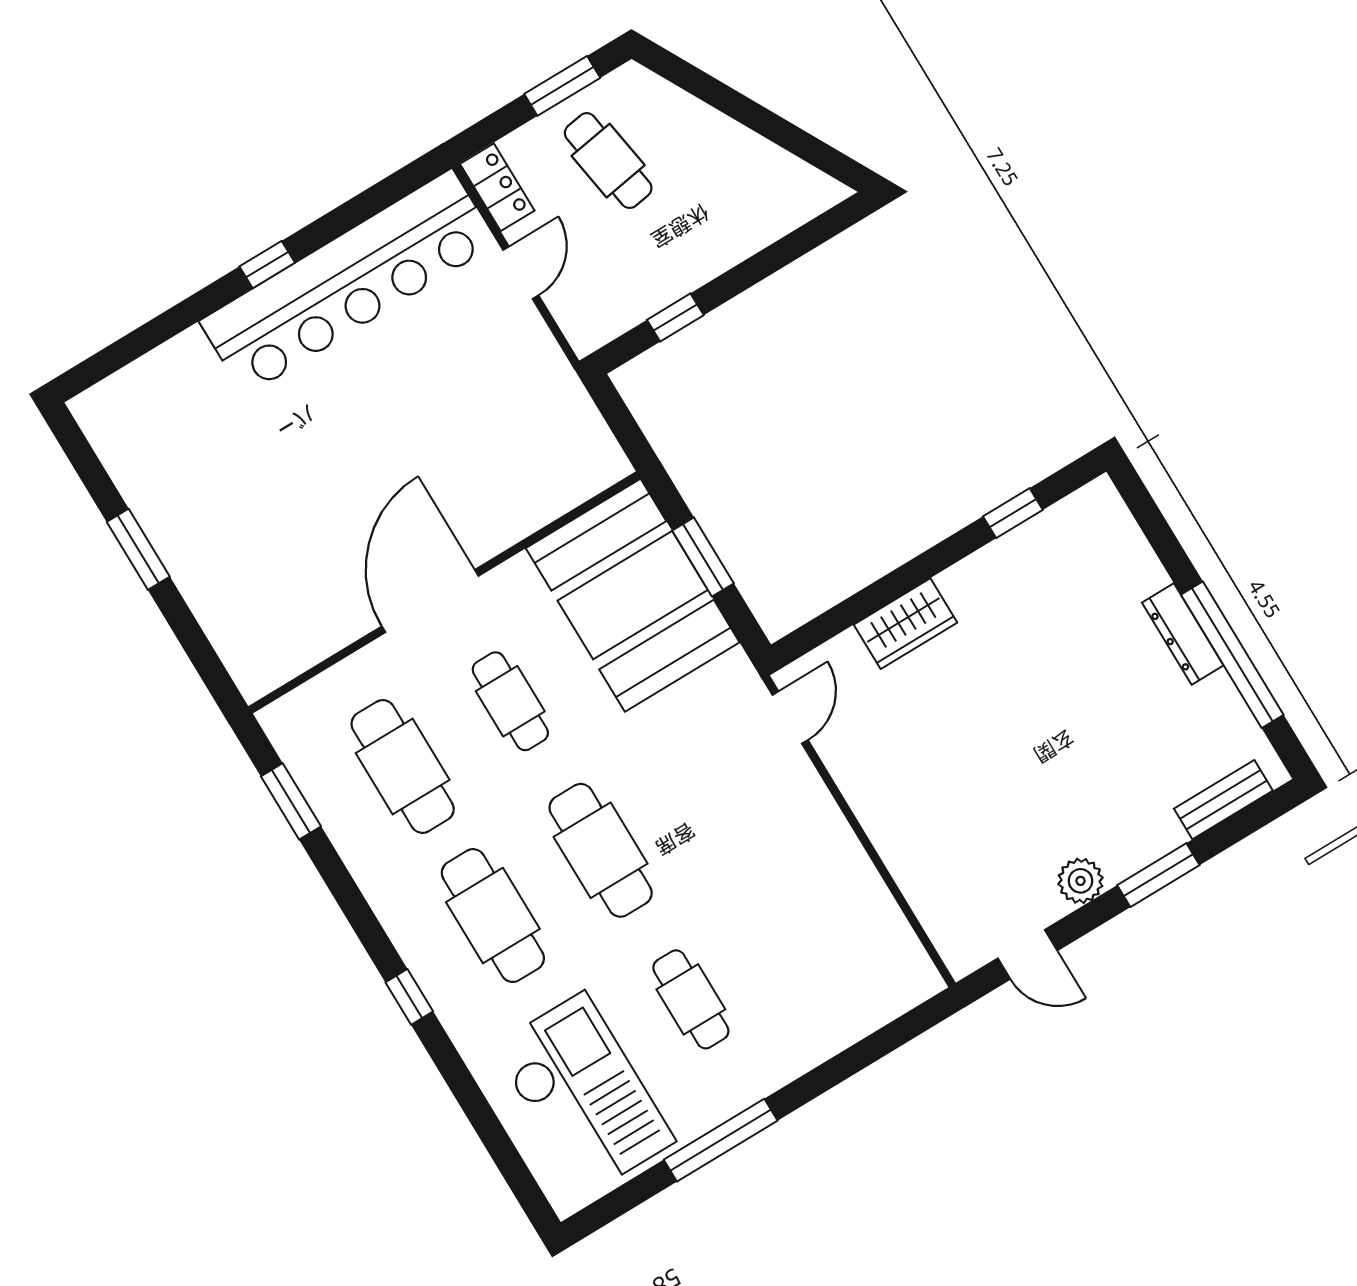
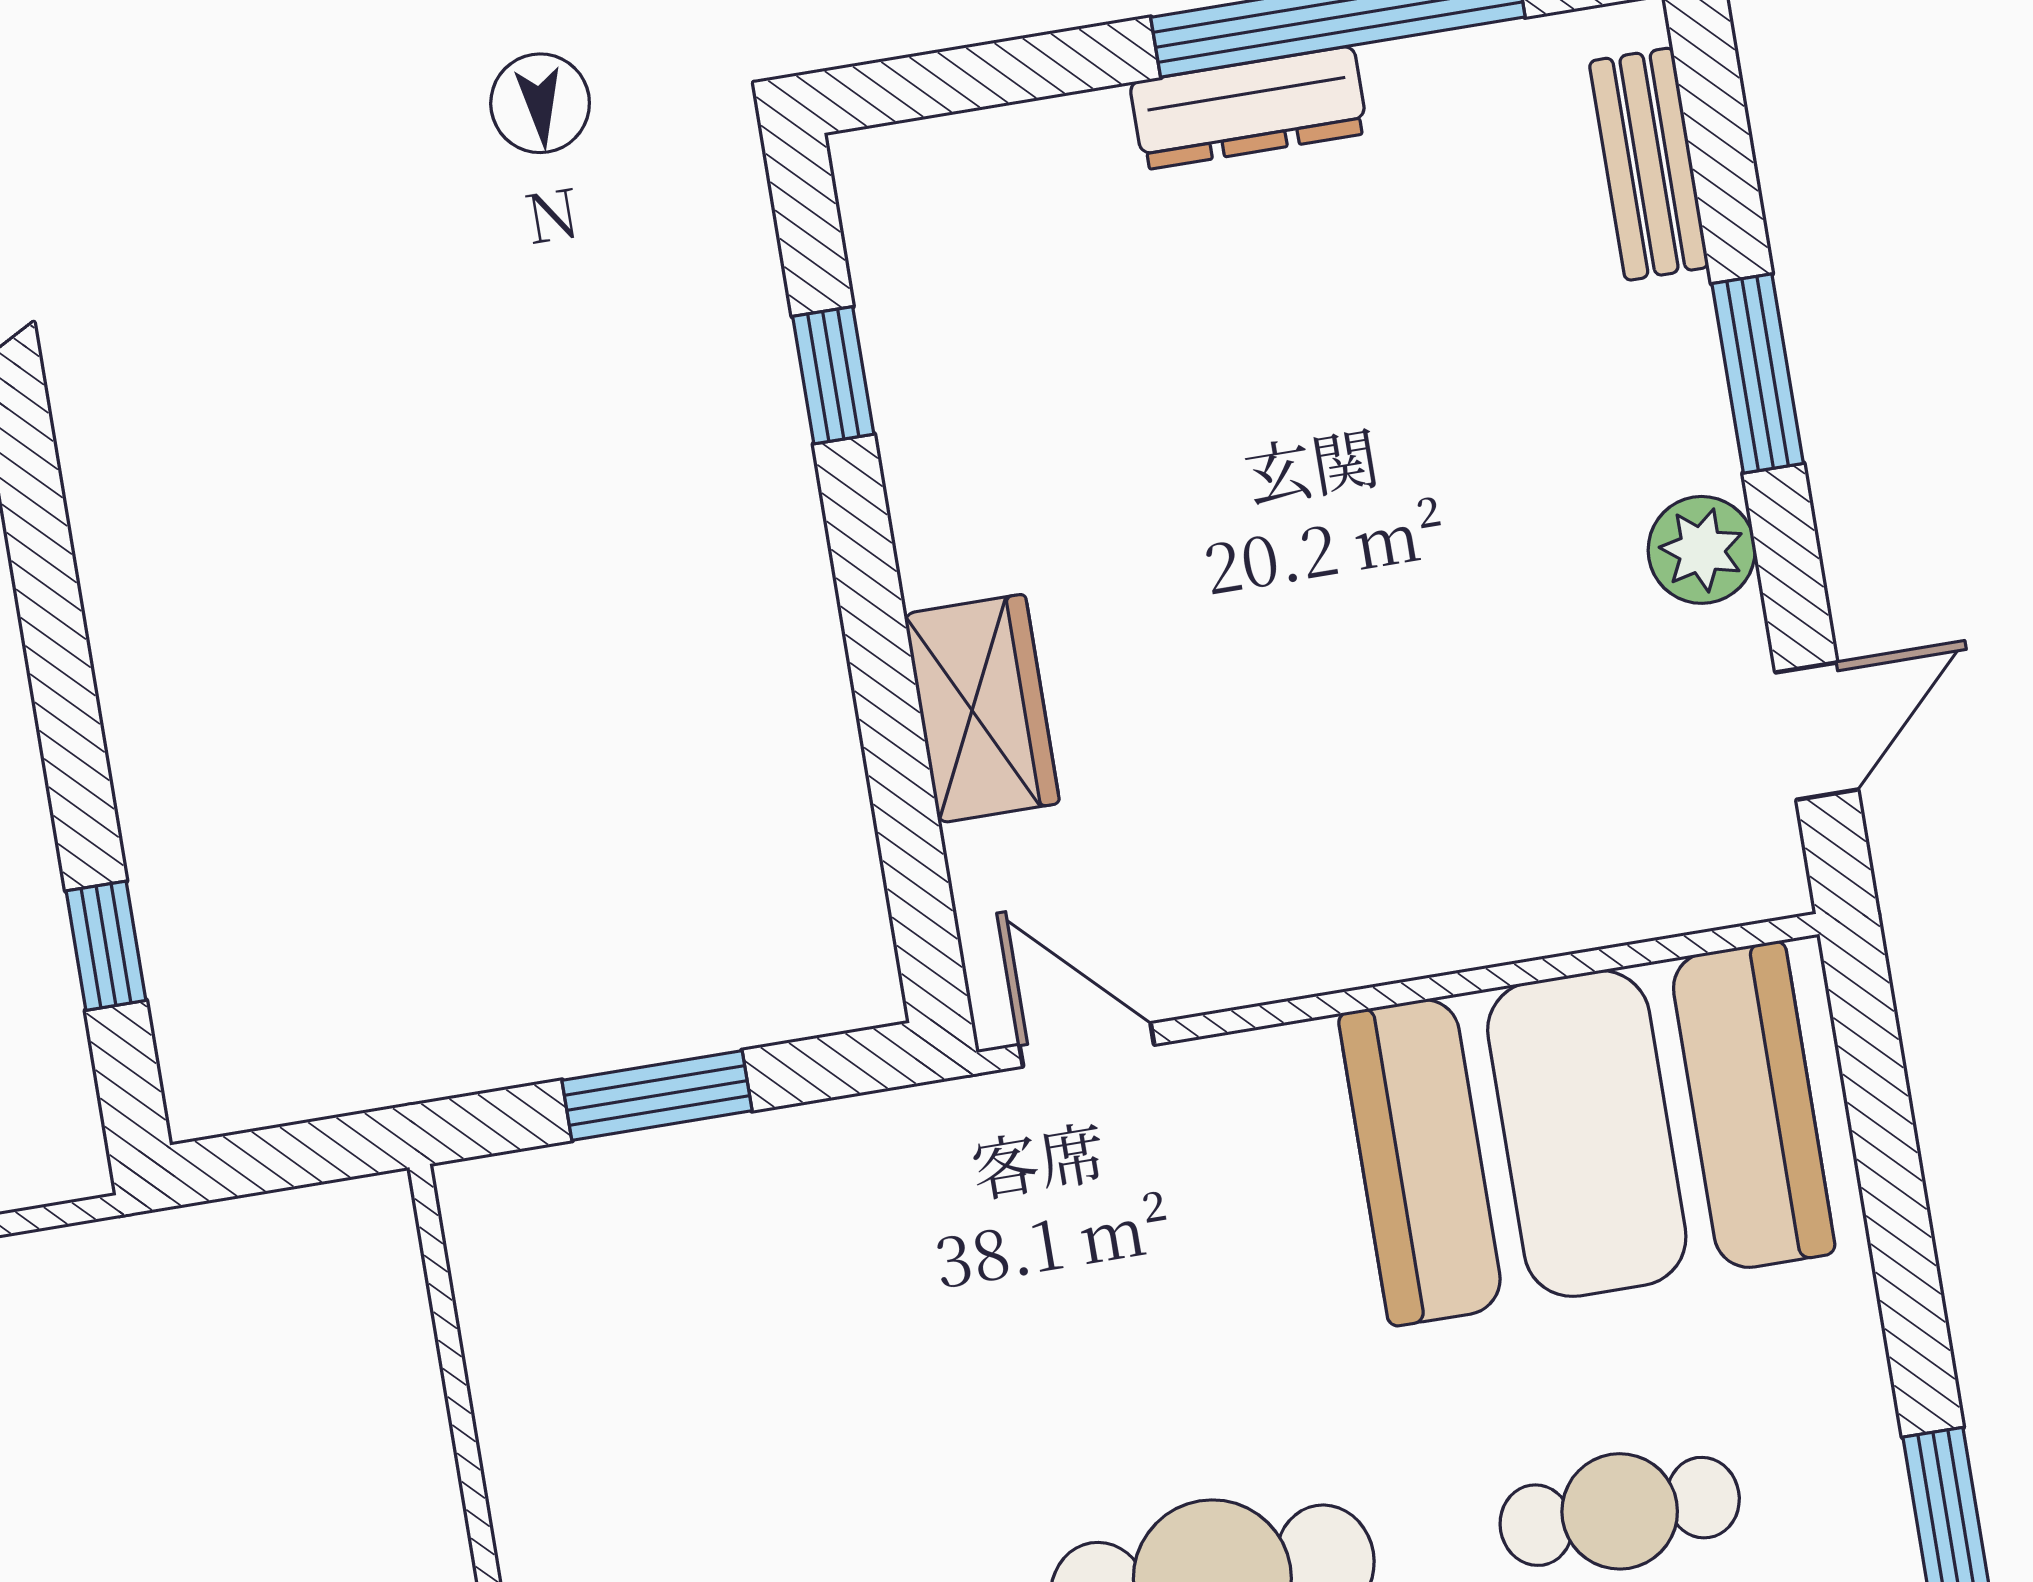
booth: (633, 595) -> (1587, 1134), moved

